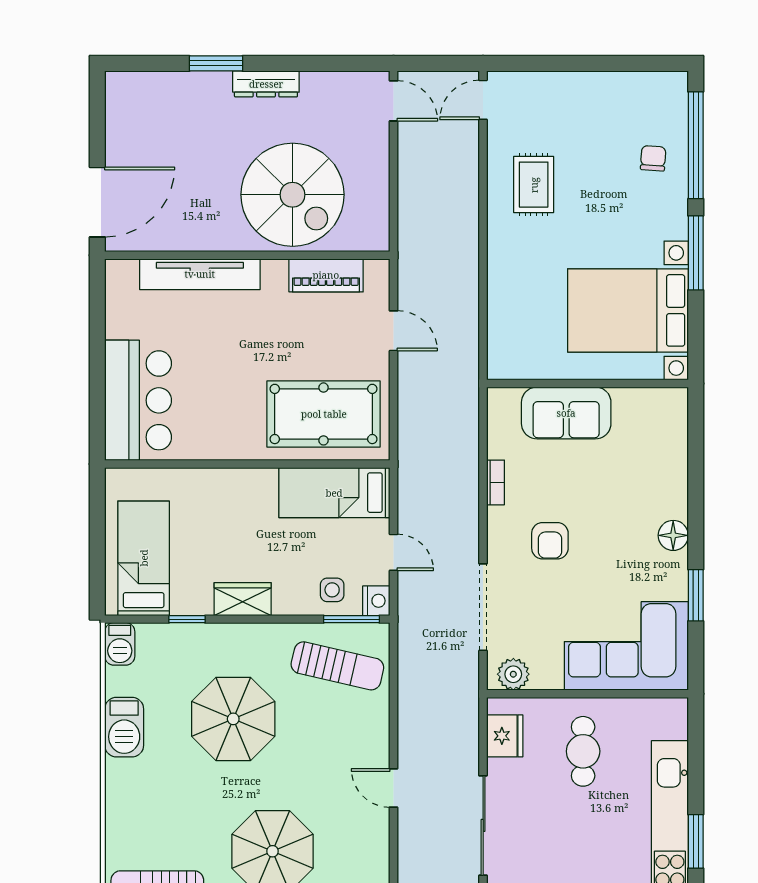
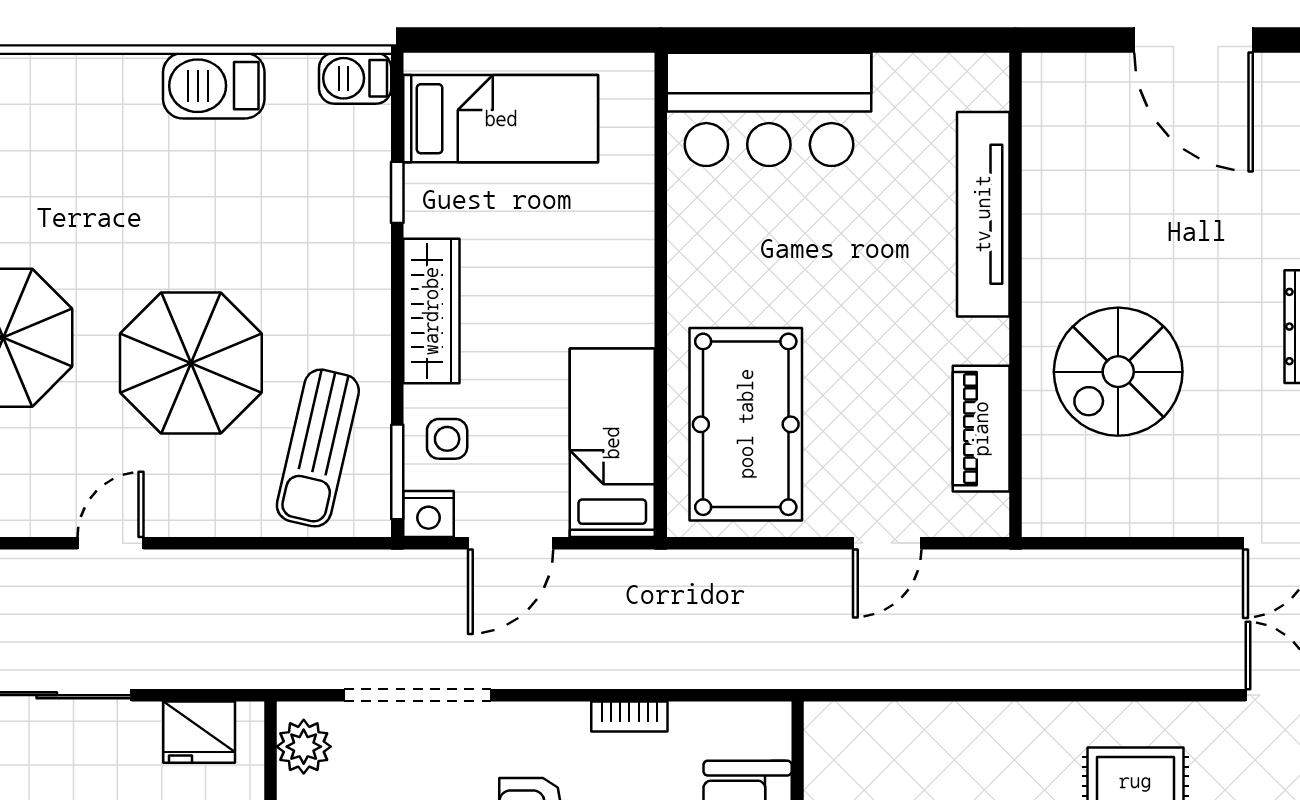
spiral stairs: (293, 195) -> (1118, 372), width x0.73, depth x0.73
door: (97, 202) -> (1194, 40), moved
door: (394, 552) -> (511, 543), width x1.38
wardrobe: (243, 599) -> (431, 311), width x1.50
parasol: (233, 719) -> (191, 363), moved

